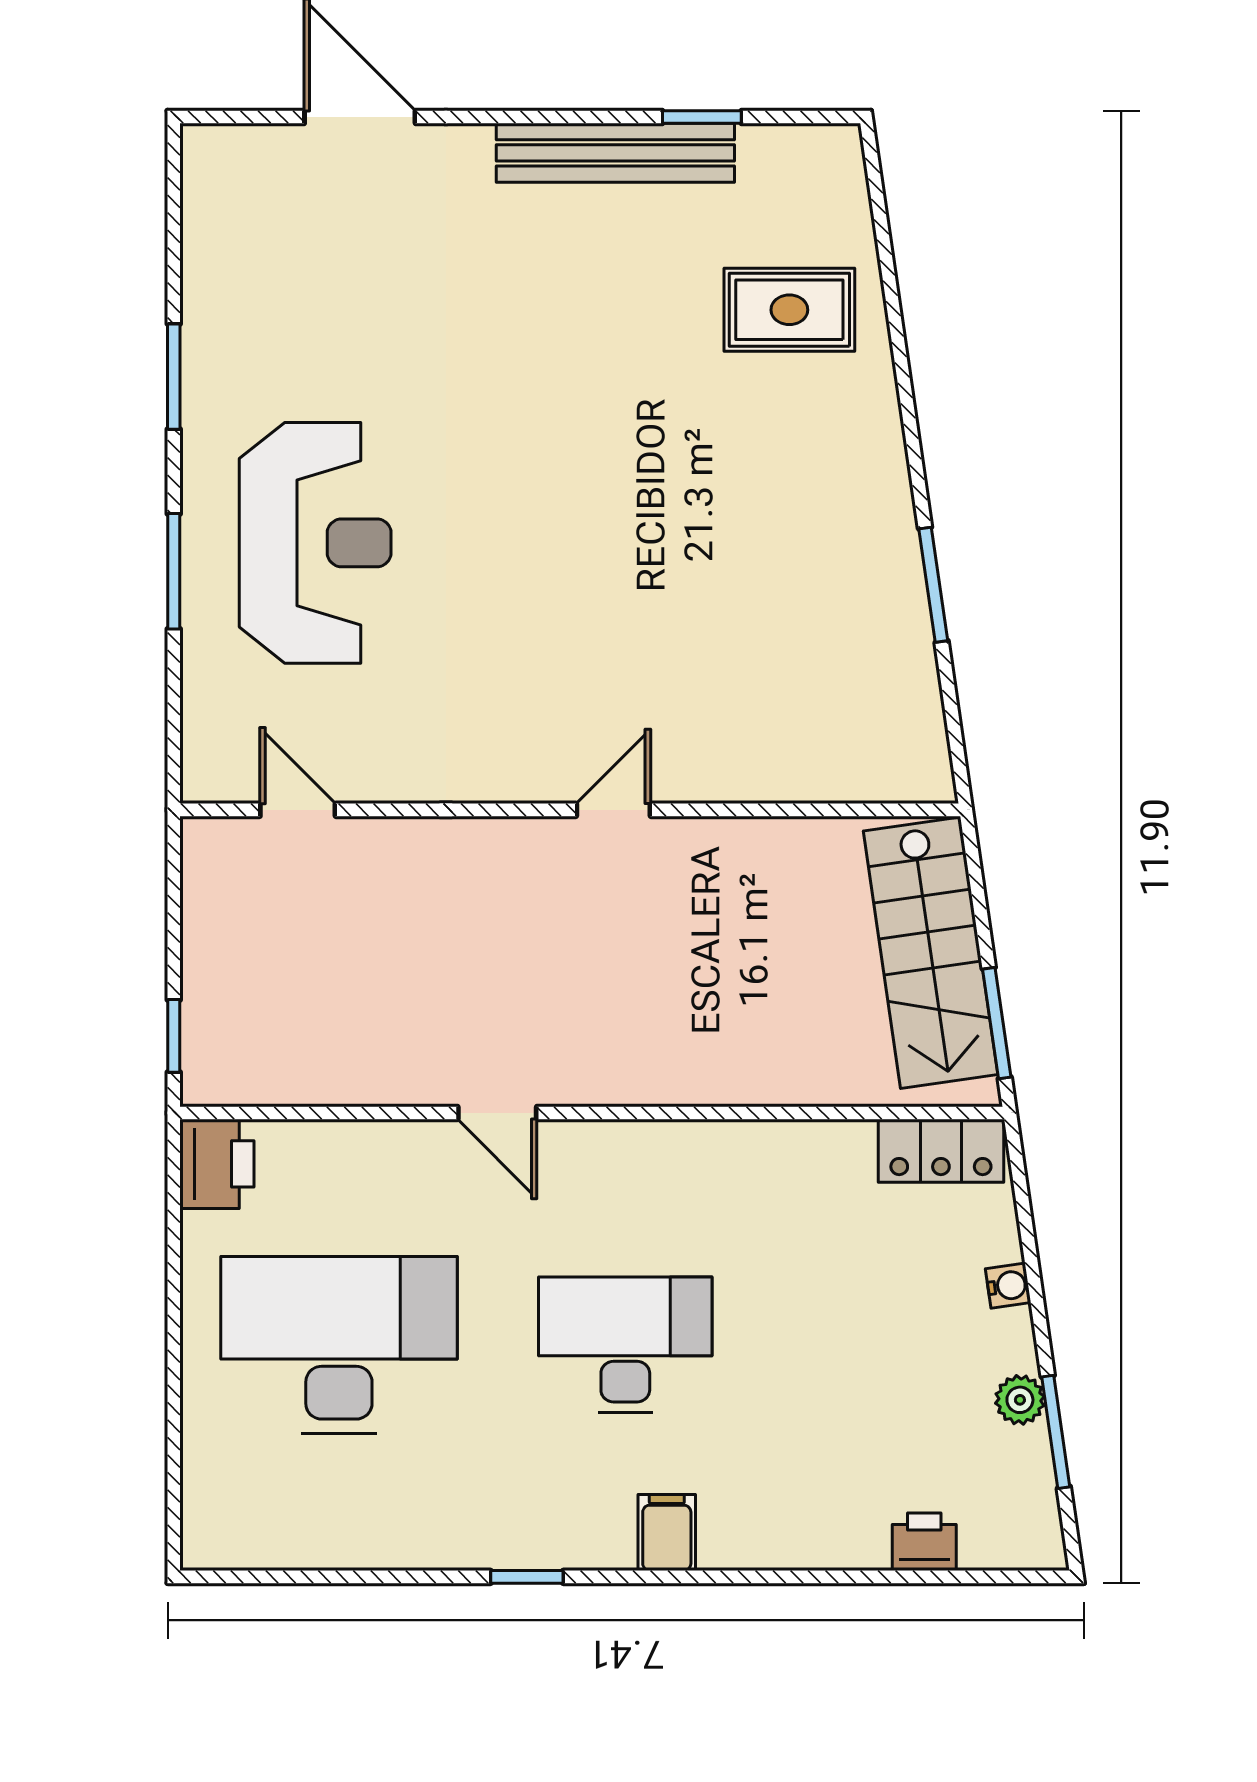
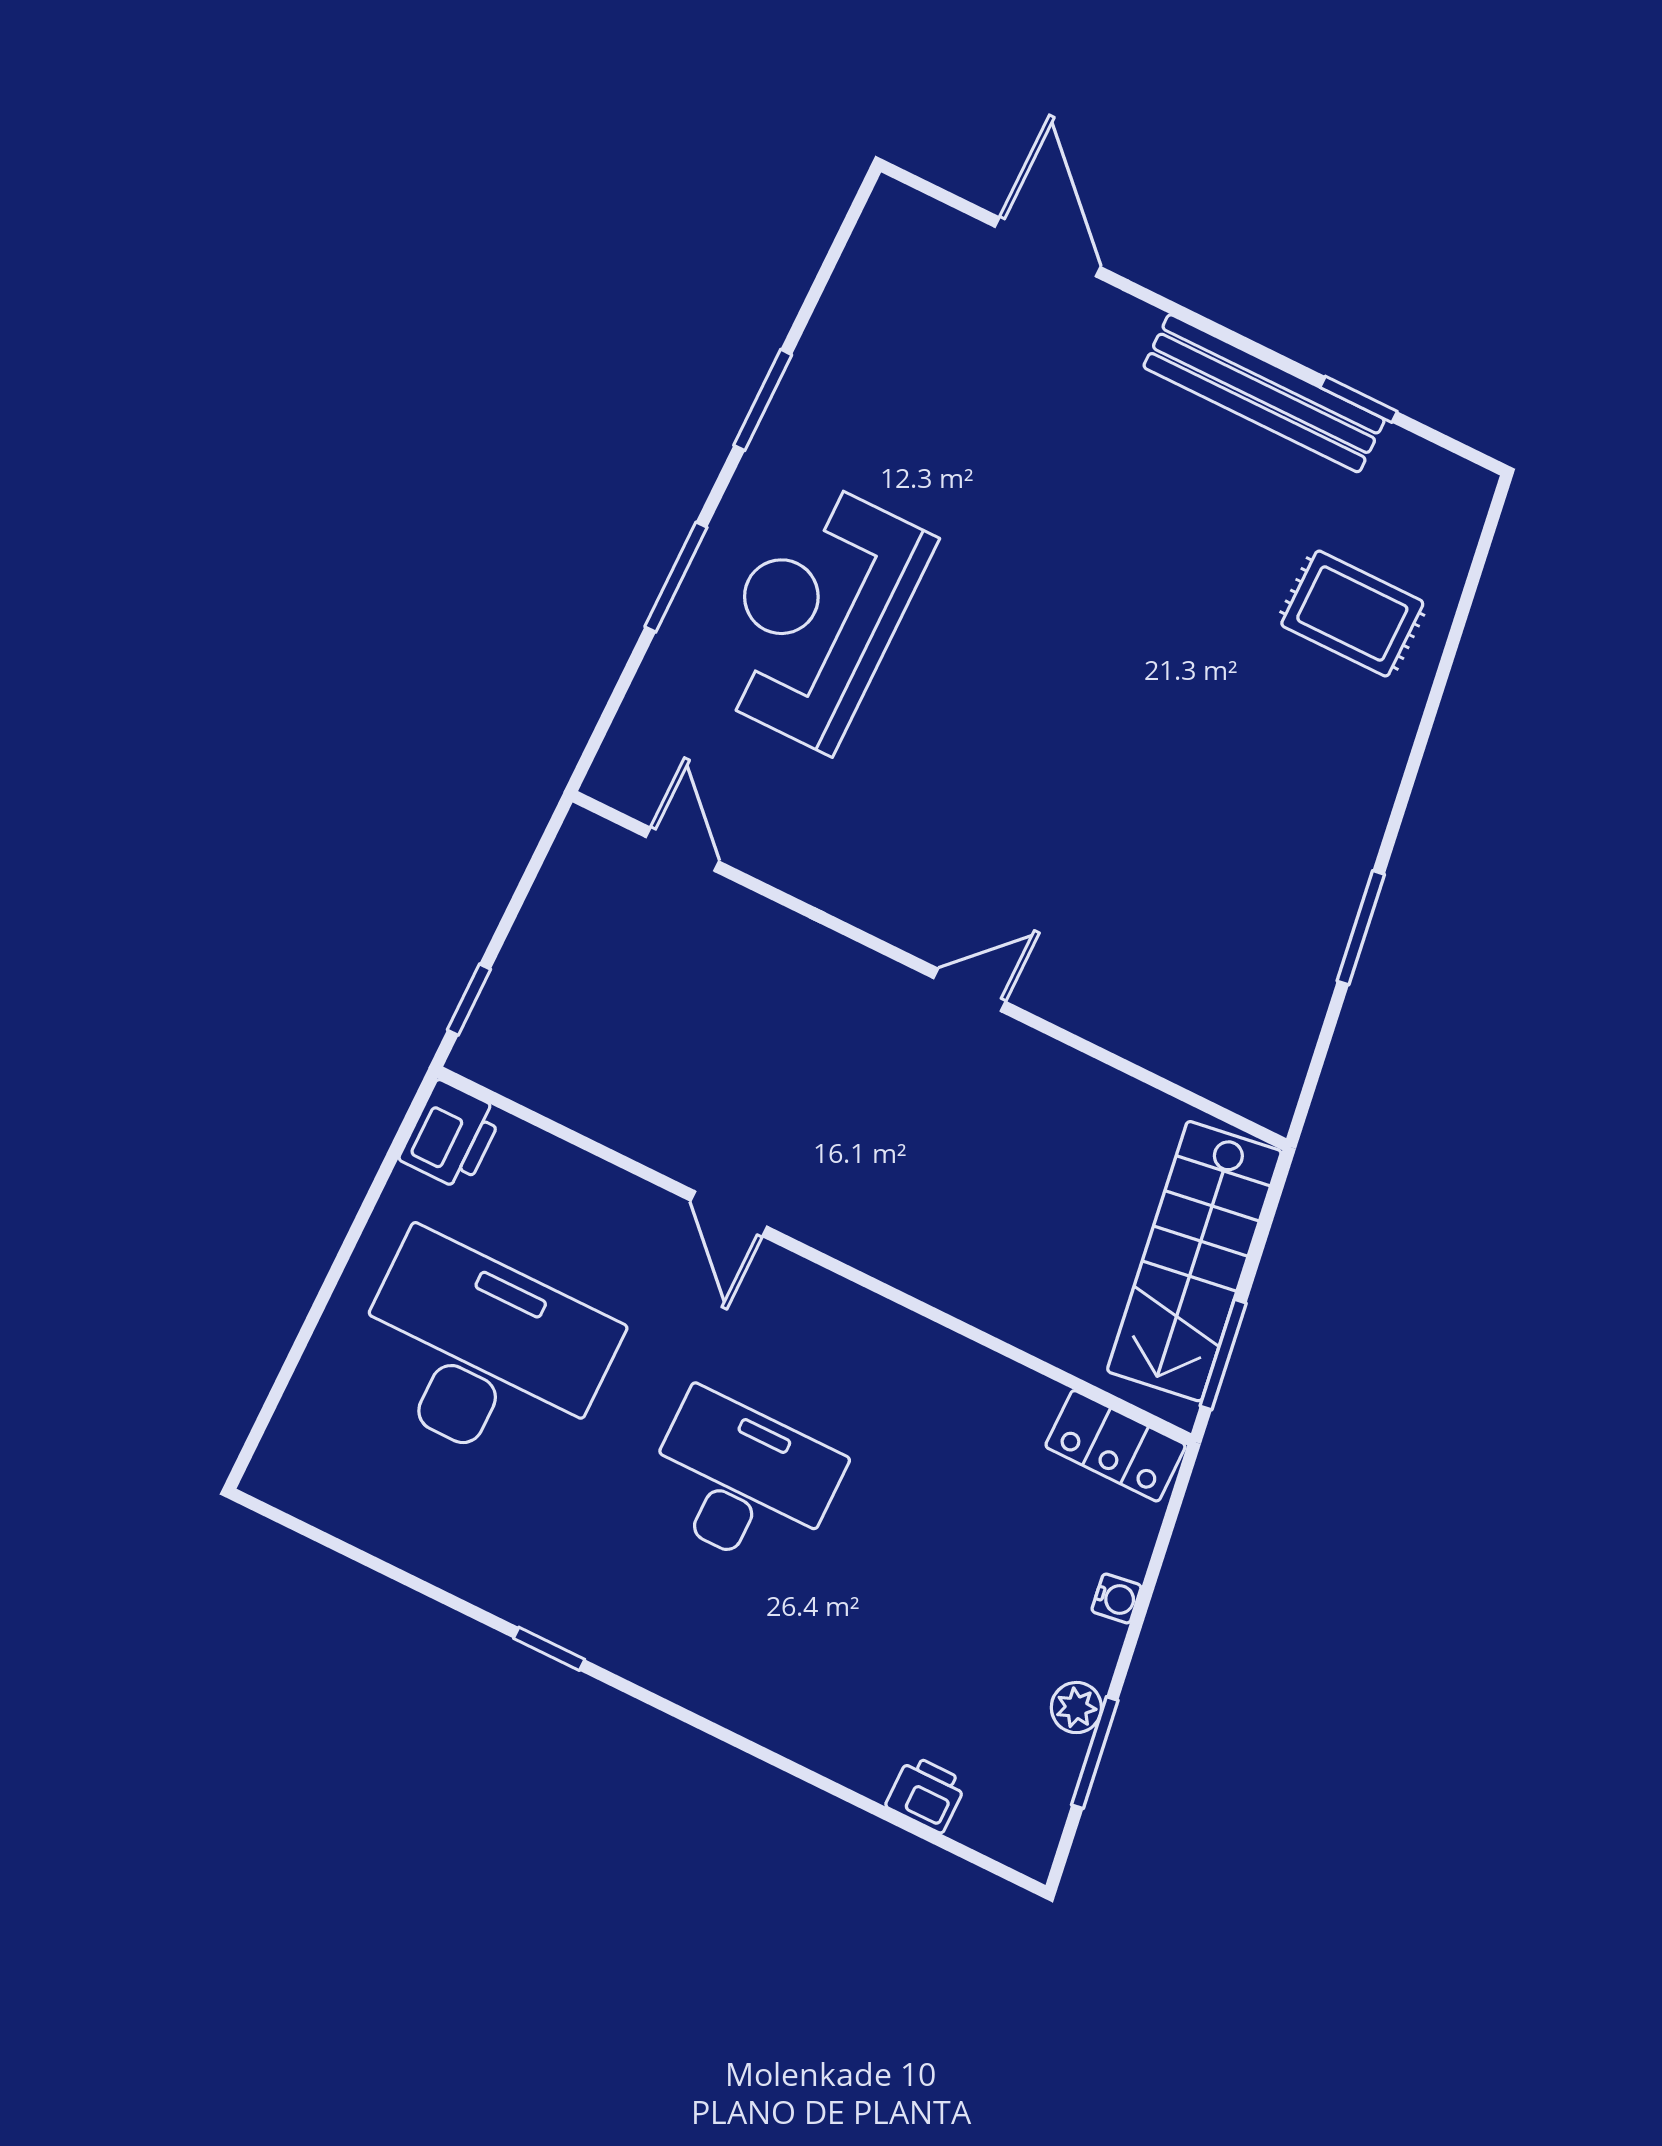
reception desk: (315, 543) -> (817, 614), turned 180
filing cabinet: (667, 1533) -> (696, 1671), removed

